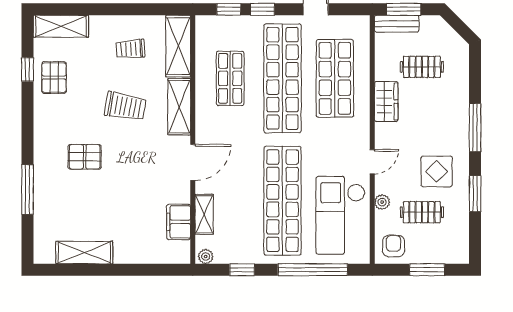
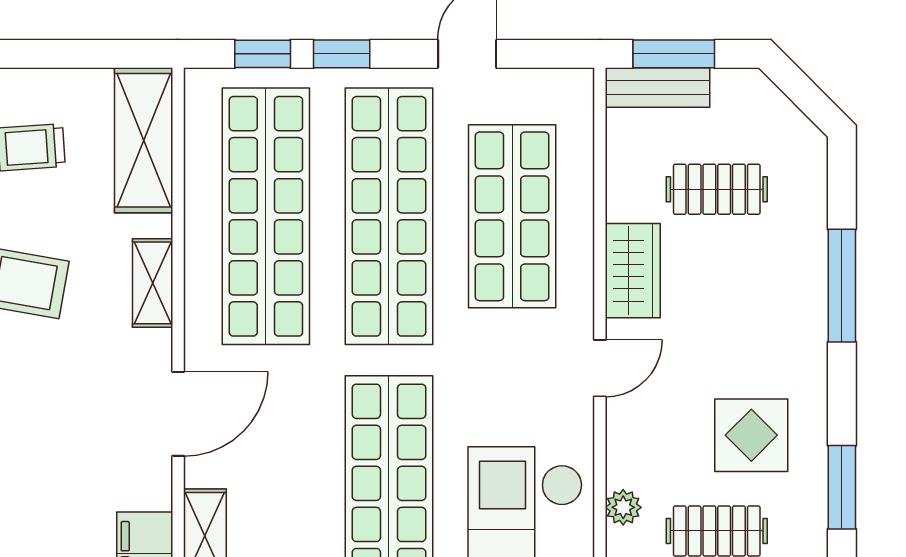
shop shelf: (230, 78) -> (266, 216), width x2.00, depth x1.36
shelving: (179, 107) -> (153, 283), width x0.67, depth x0.75
window: (475, 128) -> (842, 286), moved
door: (372, 162) -> (600, 368), moved

